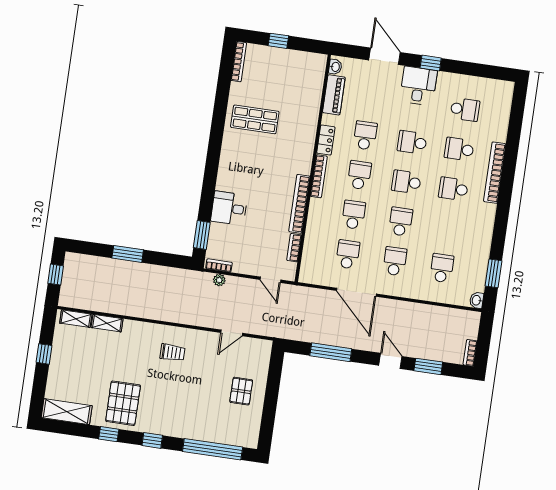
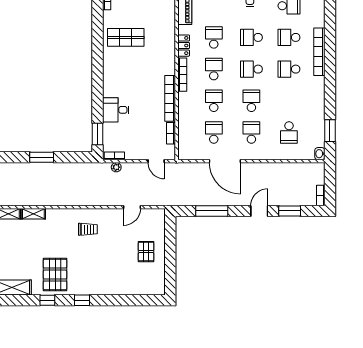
school desk: (442, 268) -> (289, 132), turned 180
door: (390, 361) -> (259, 211), hinge flipped
window: (213, 449) -> (130, 300), removed

